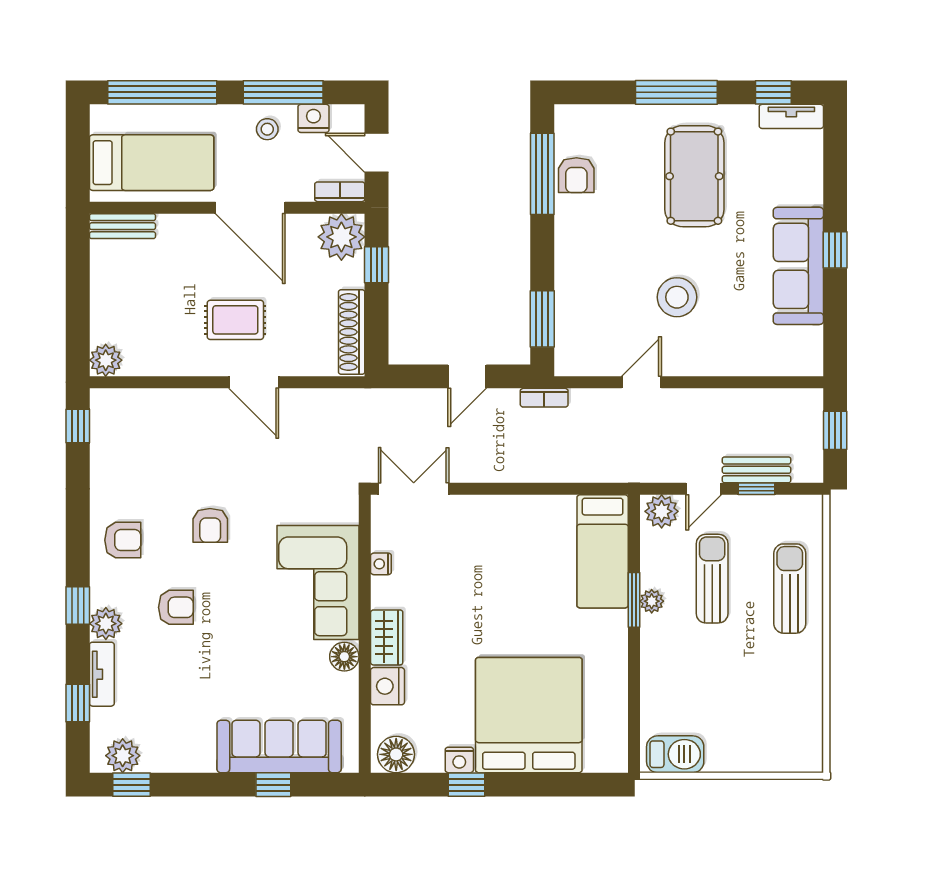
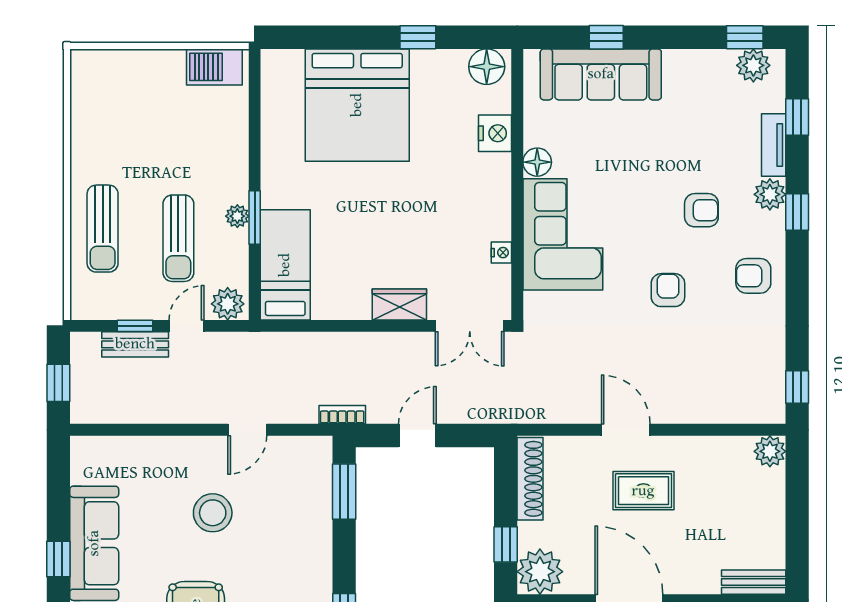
armchair: (176, 607) -> (701, 210), turned 180
wardrobe: (387, 637) -> (399, 304), moved, turned 90
nightstand: (459, 760) -> (425, 61), removed

